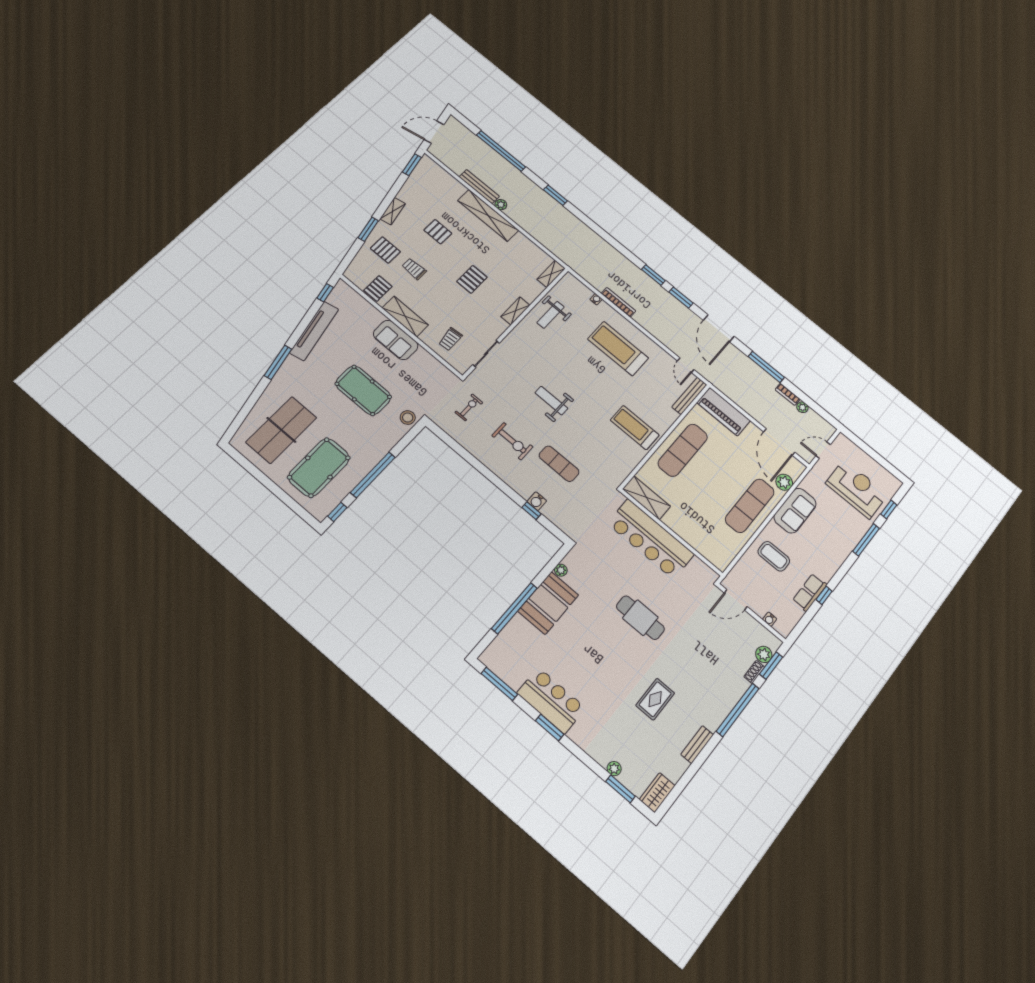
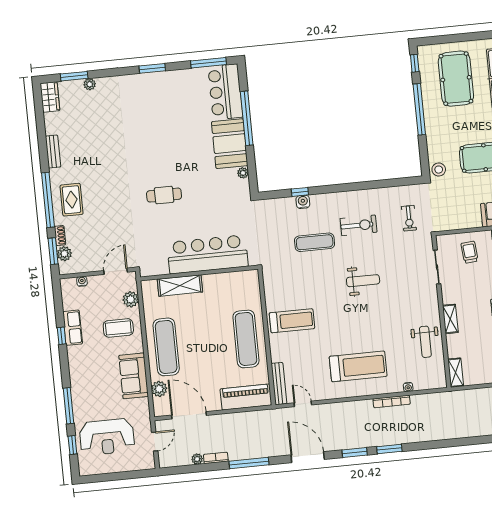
weight bench: (551, 315) -> (425, 342), turned 180
exercise bike: (512, 441) -> (359, 225), turned 180
shelving: (647, 498) -> (180, 286), moved
plant: (744, 567) -> (131, 299), added
cafe table: (640, 618) -> (164, 195), width x0.73, depth x0.74
rug: (655, 699) -> (72, 200), moved
bar counter: (551, 700) -> (225, 92), moved, turned 90

